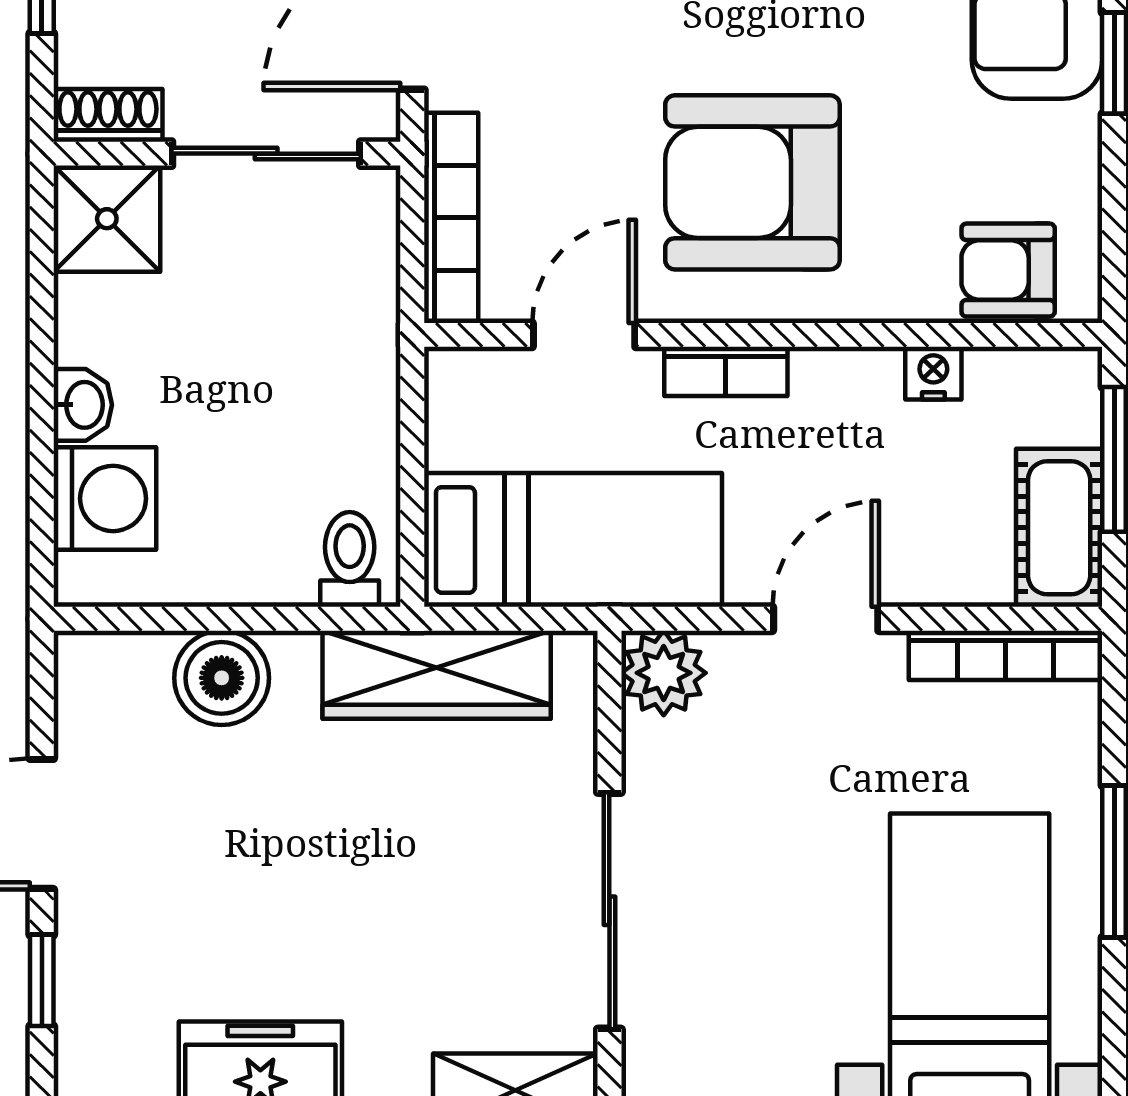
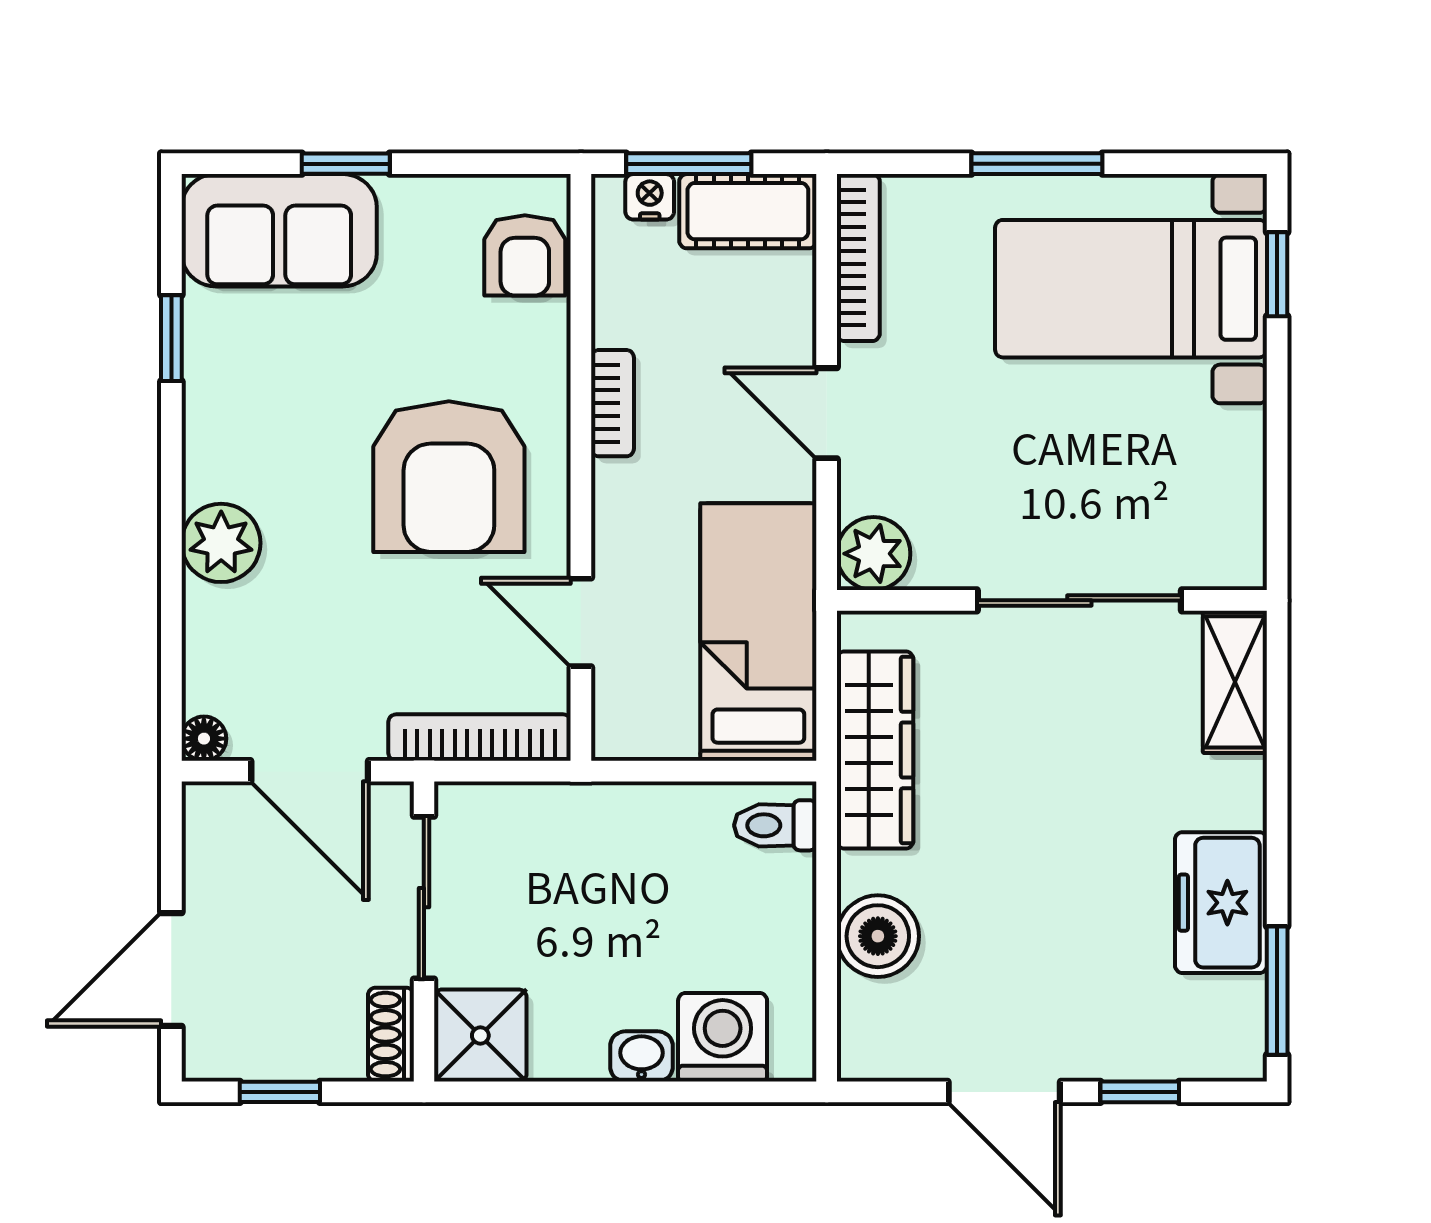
bookcase: (726, 371) -> (613, 403), moved
nightstand: (933, 373) -> (650, 197), moved, turned 90

